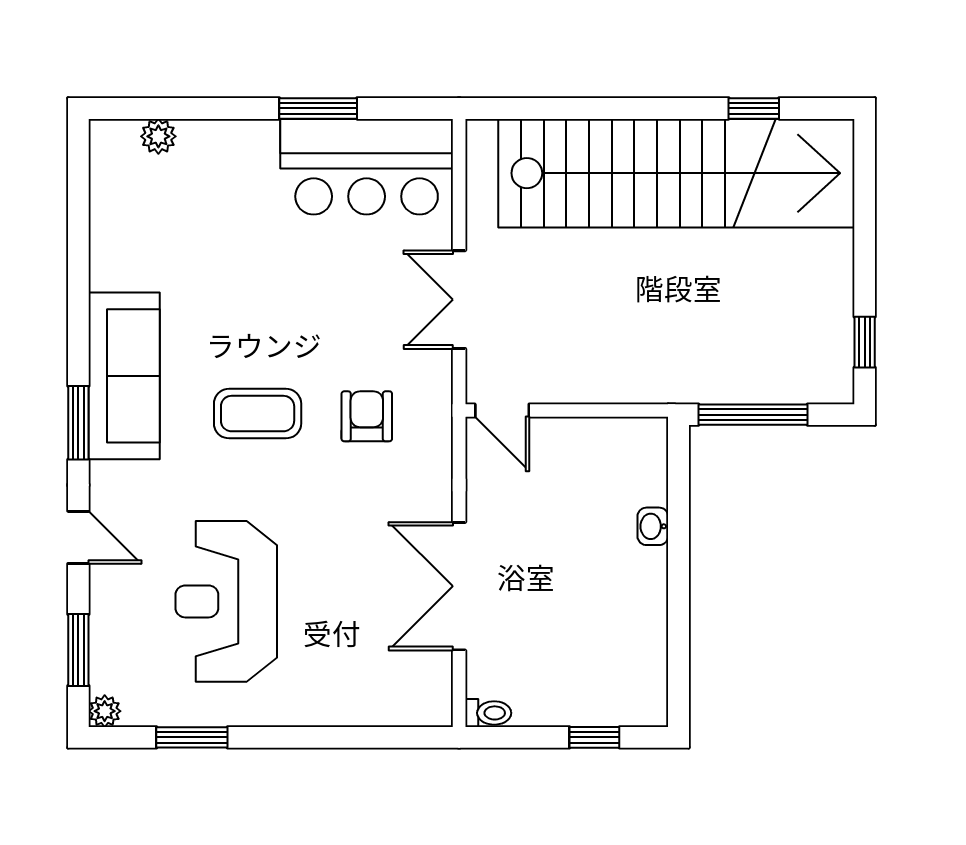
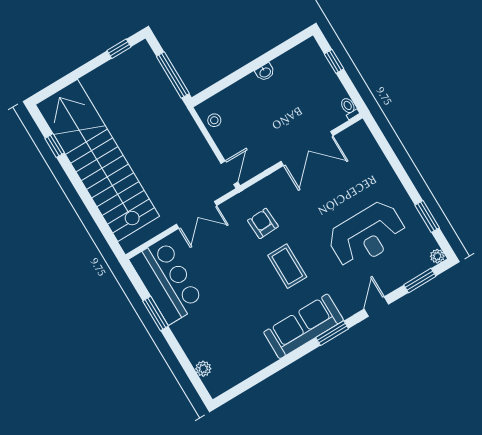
armchair: (367, 416) -> (263, 223), turned 87
stool: (619, 442) -> (214, 120), added
washbasin: (653, 526) -> (265, 72), moved

